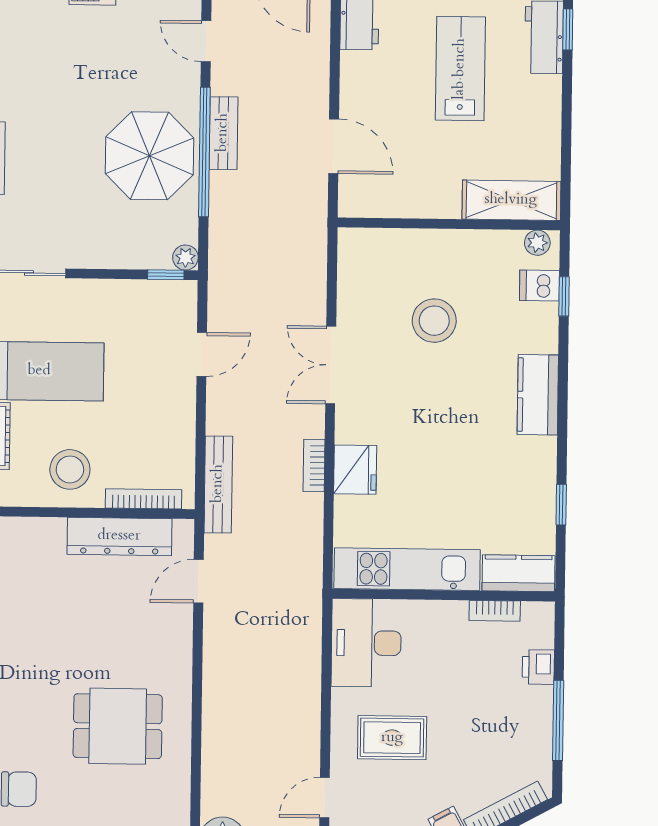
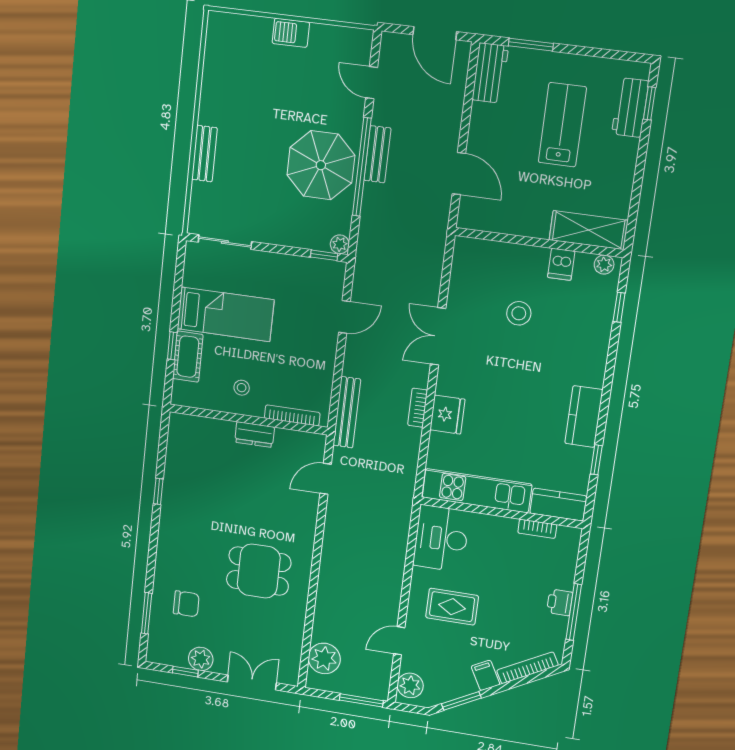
dishwasher: (540, 286) -> (561, 264), moved, turned -90
stool: (434, 321) -> (519, 313), width x0.73, depth x0.73
kitchen counter: (538, 395) -> (584, 417), moved
stool: (70, 469) -> (242, 388), width x0.53, depth x0.53
dresser: (119, 536) -> (255, 435), width x0.51, depth x0.80
printer: (538, 667) -> (560, 602), moved

